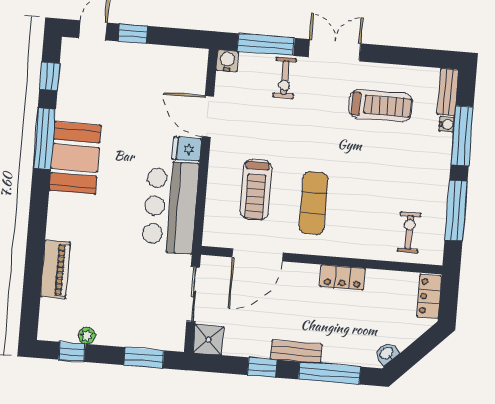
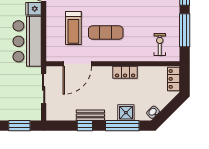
exercise mat: (313, 203) -> (106, 33), turned 90
shower: (208, 340) -> (126, 113), moved
bench: (296, 352) -> (90, 115), moved

